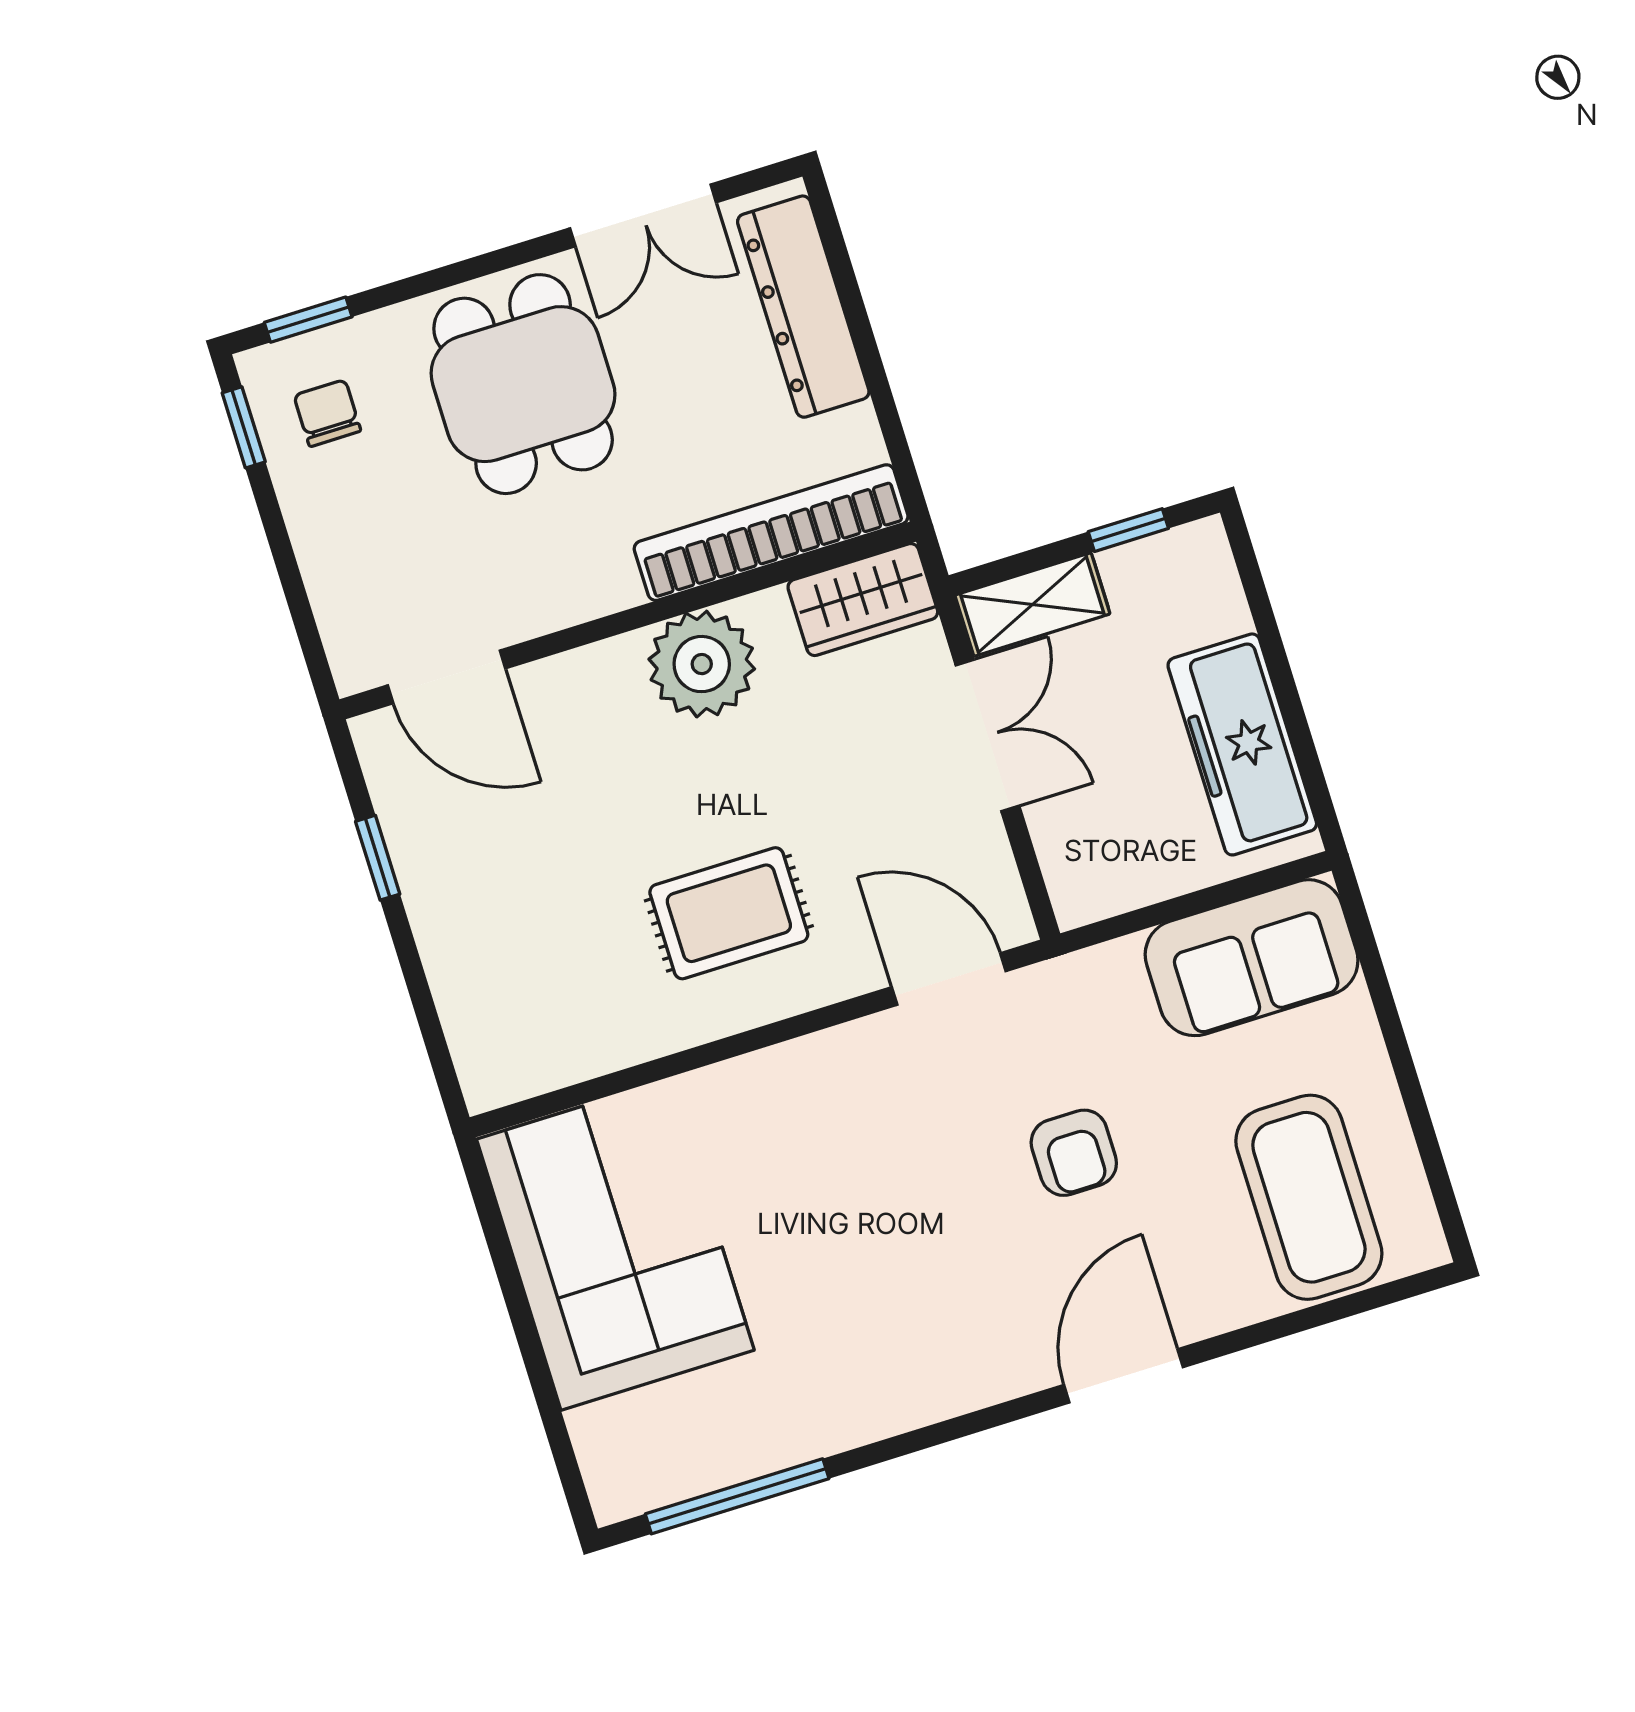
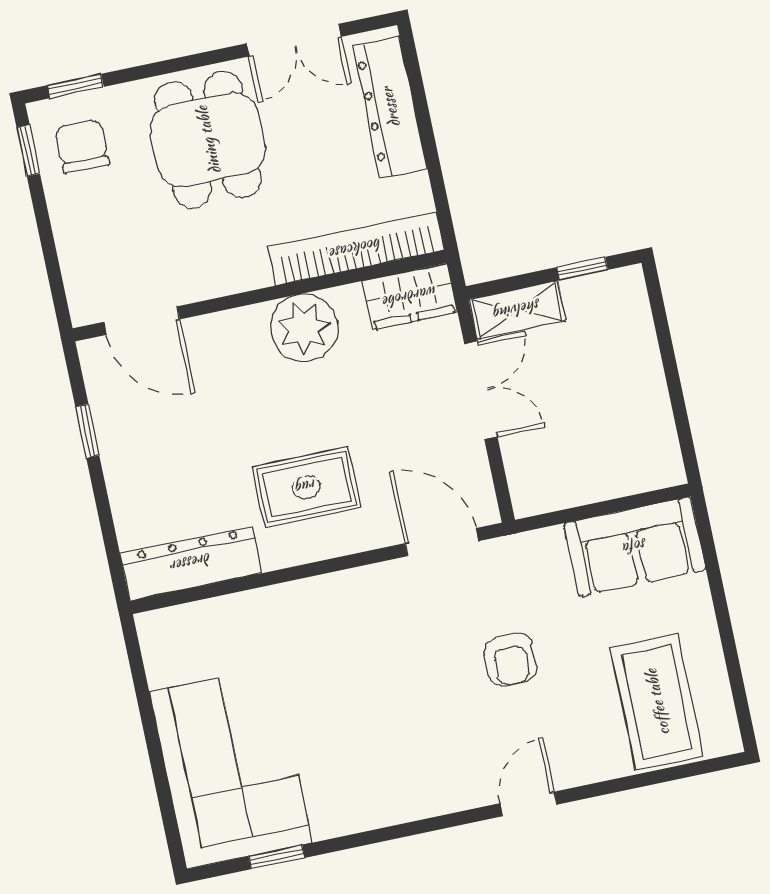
chair: (327, 413) -> (82, 146), width x1.37, depth x1.37
freezer: (1242, 744) -> (642, 411), removed
dresser: (560, 1049) -> (191, 563), added
corner sofa: (615, 1245) -> (231, 768), moved
door: (1123, 1376) -> (529, 804), width x0.73
window: (737, 1496) -> (277, 857), width x0.46

